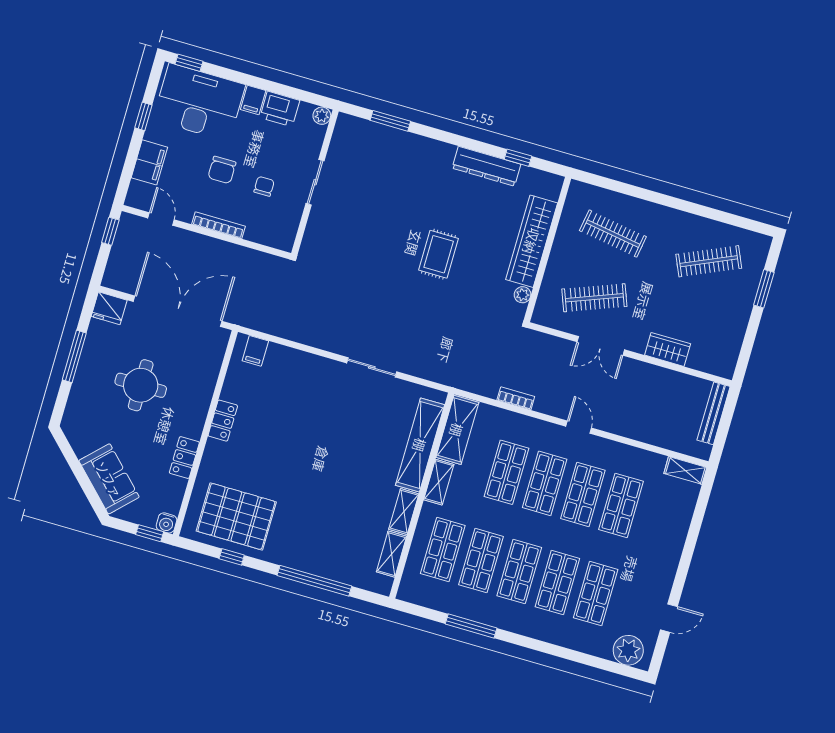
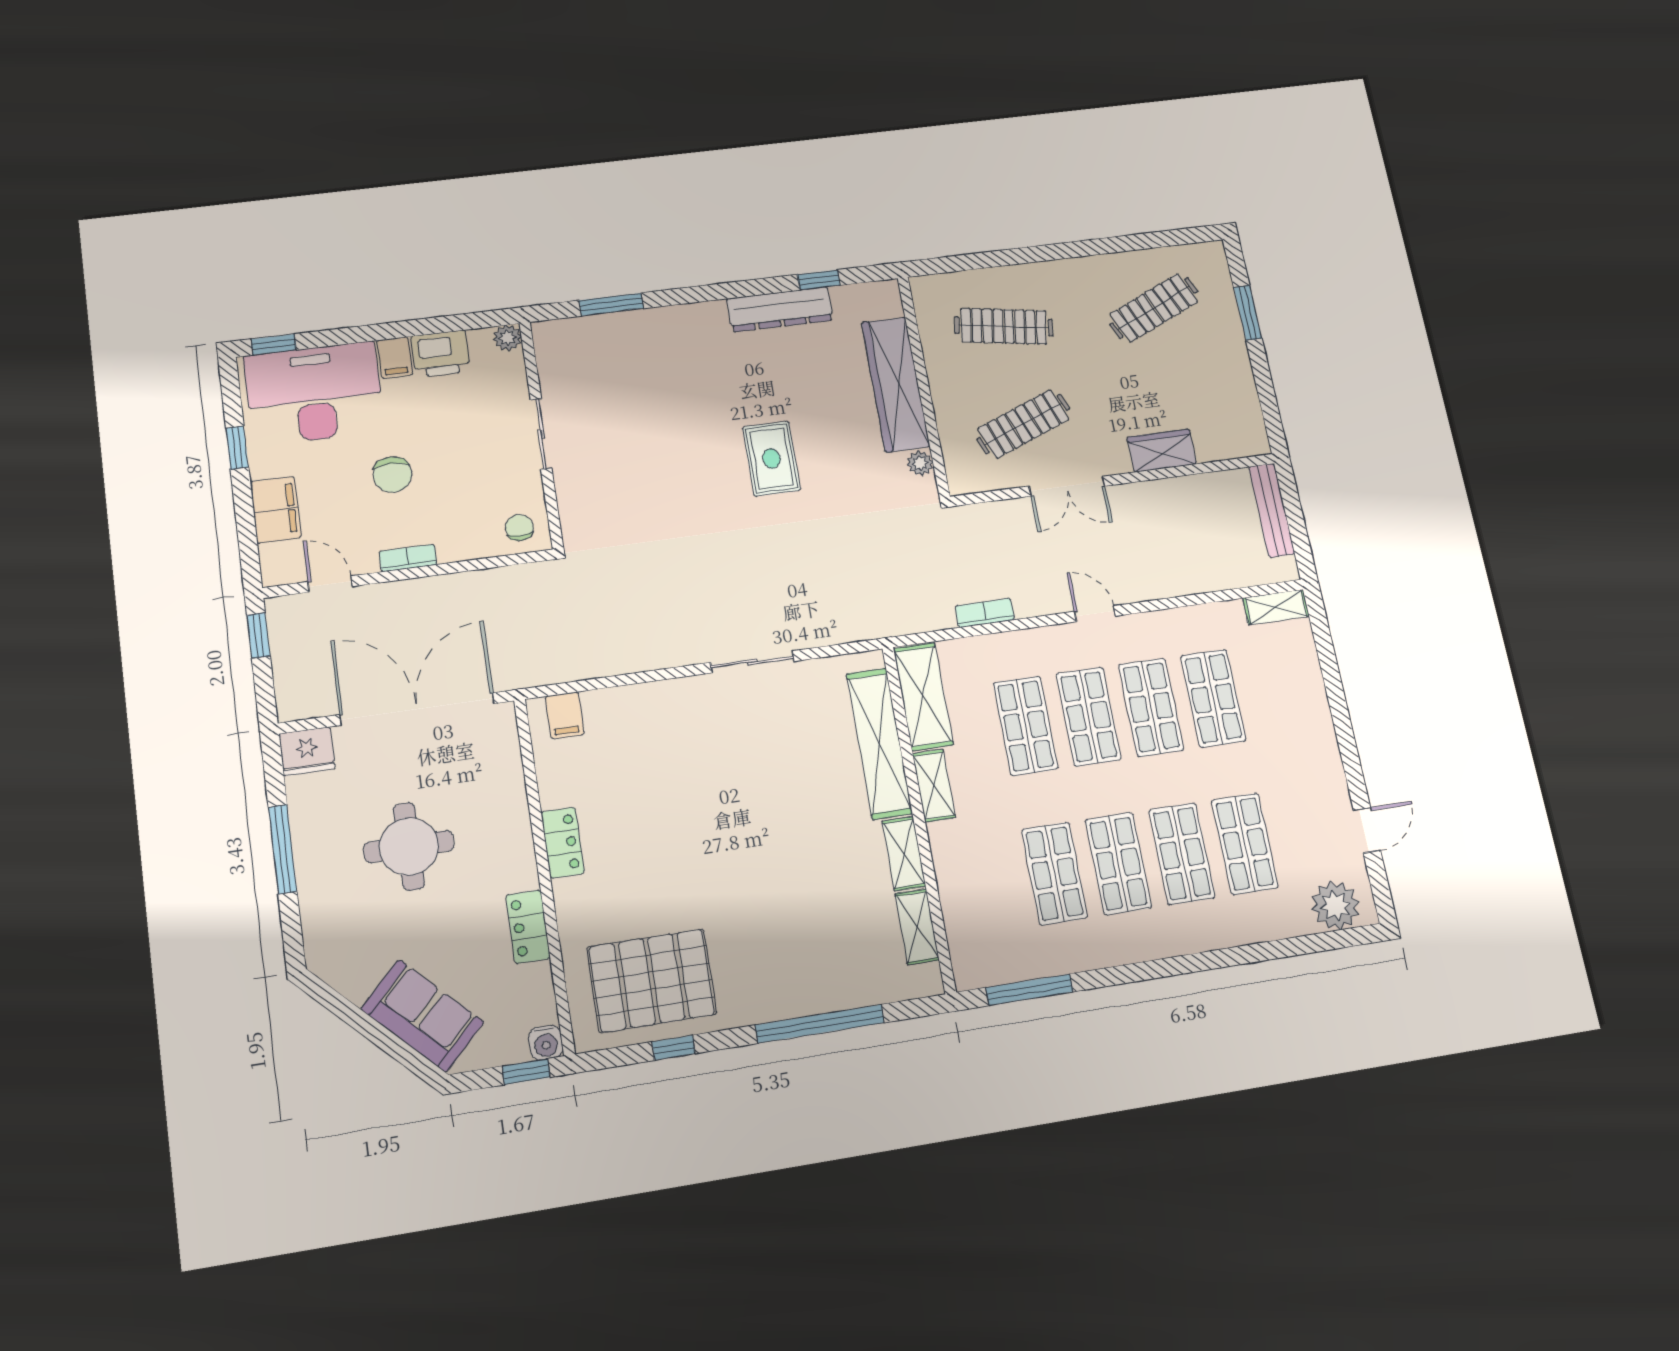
chair: (264, 186) -> (519, 528), moved
bookcase: (218, 225) -> (408, 558), width x0.64
shop shelf: (443, 550) -> (990, 884), removed
window: (471, 626) -> (1029, 990), moved

